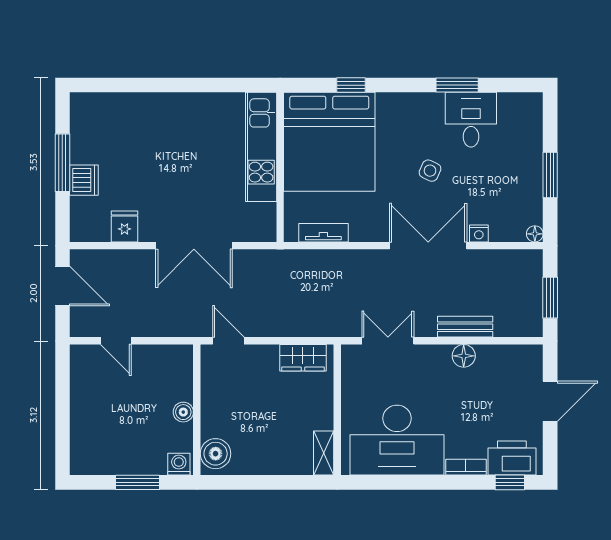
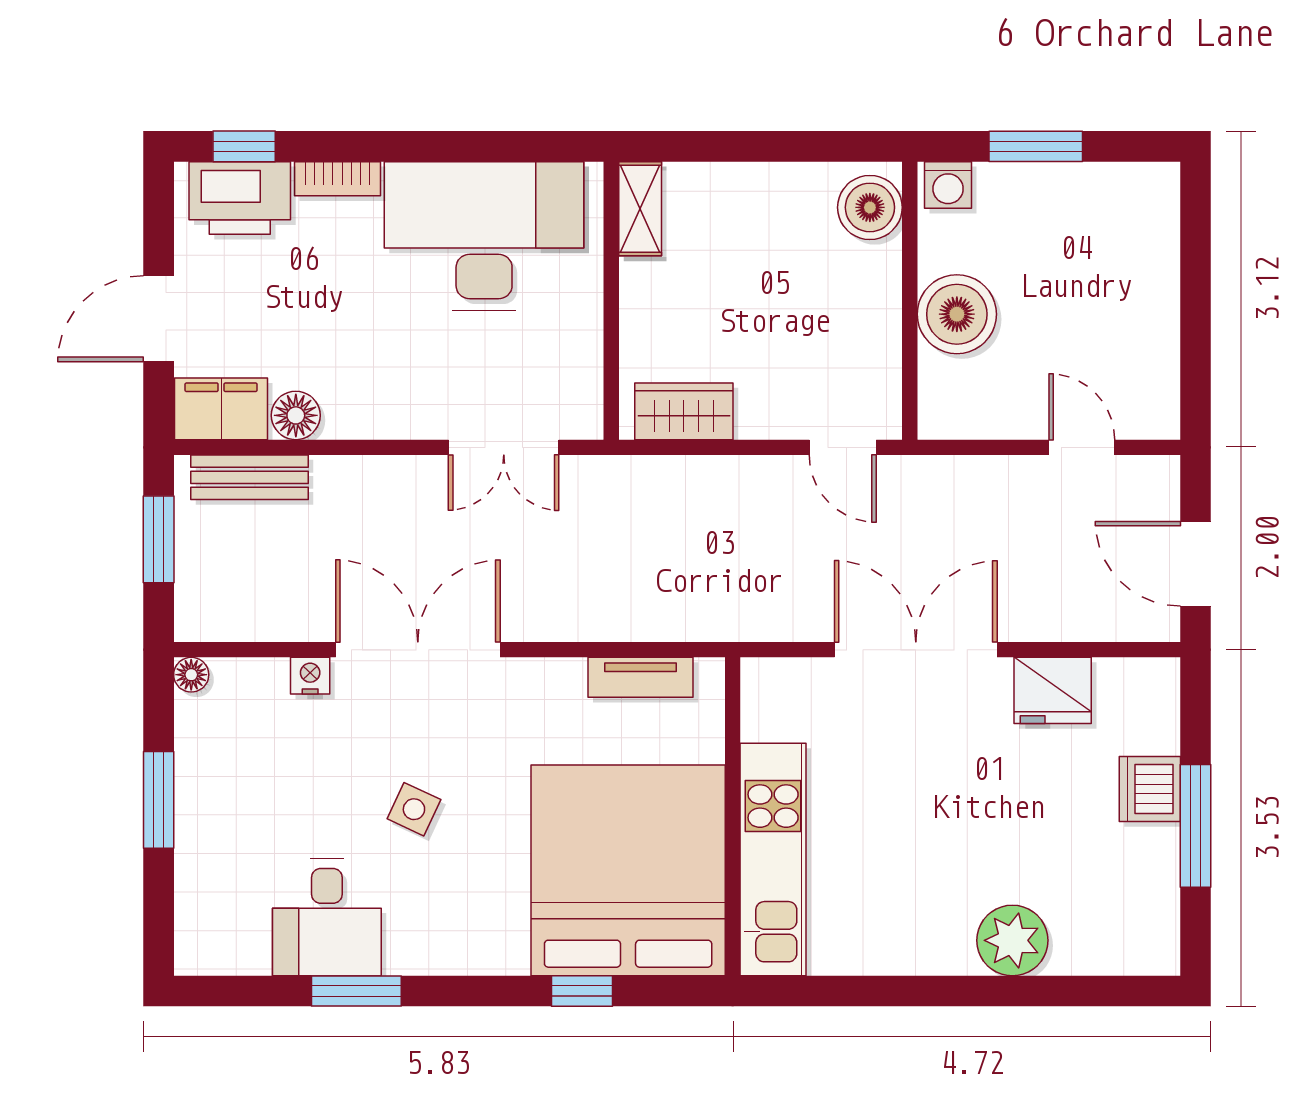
plant: (149, 109) -> (1012, 940), added
fridge: (125, 226) -> (1053, 690), width x1.38
double door: (428, 246) -> (418, 650), swing flipped
bench: (465, 327) -> (249, 477), moved
floor lamp: (464, 356) -> (296, 415), moved
filing cabinet: (521, 359) -> (221, 409), added
boiler: (183, 412) -> (957, 314), width x1.86, depth x1.86

